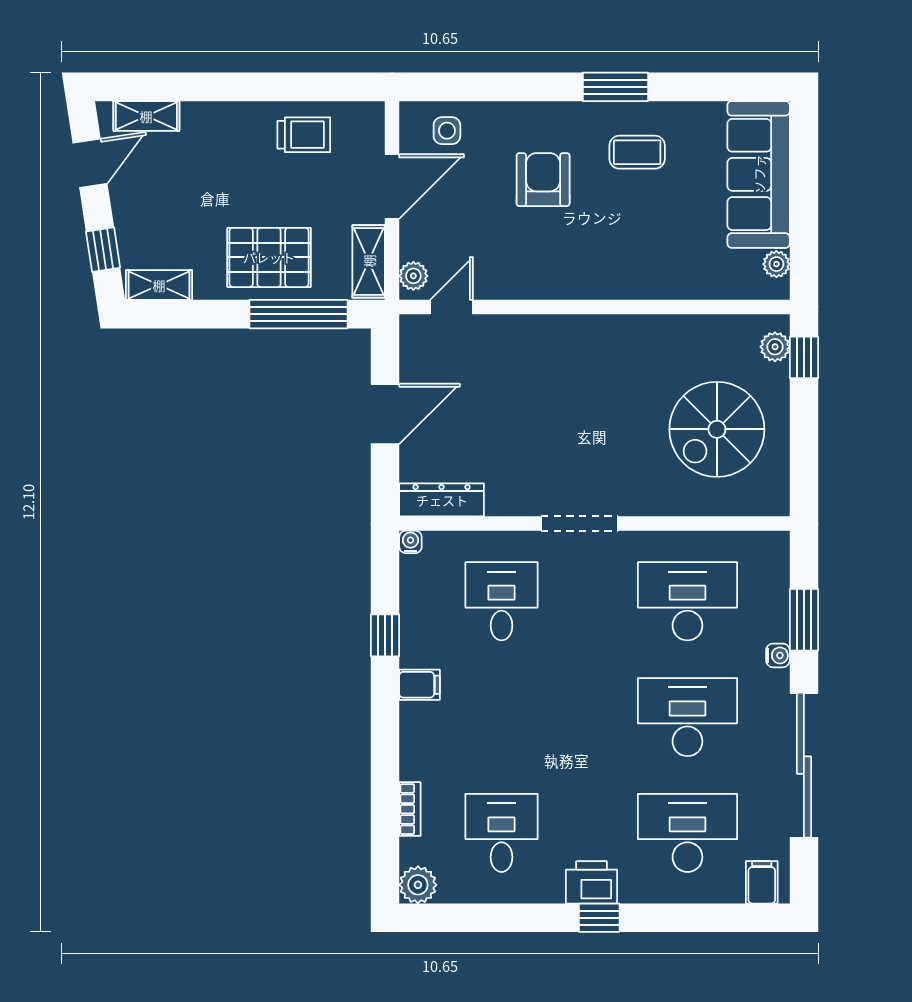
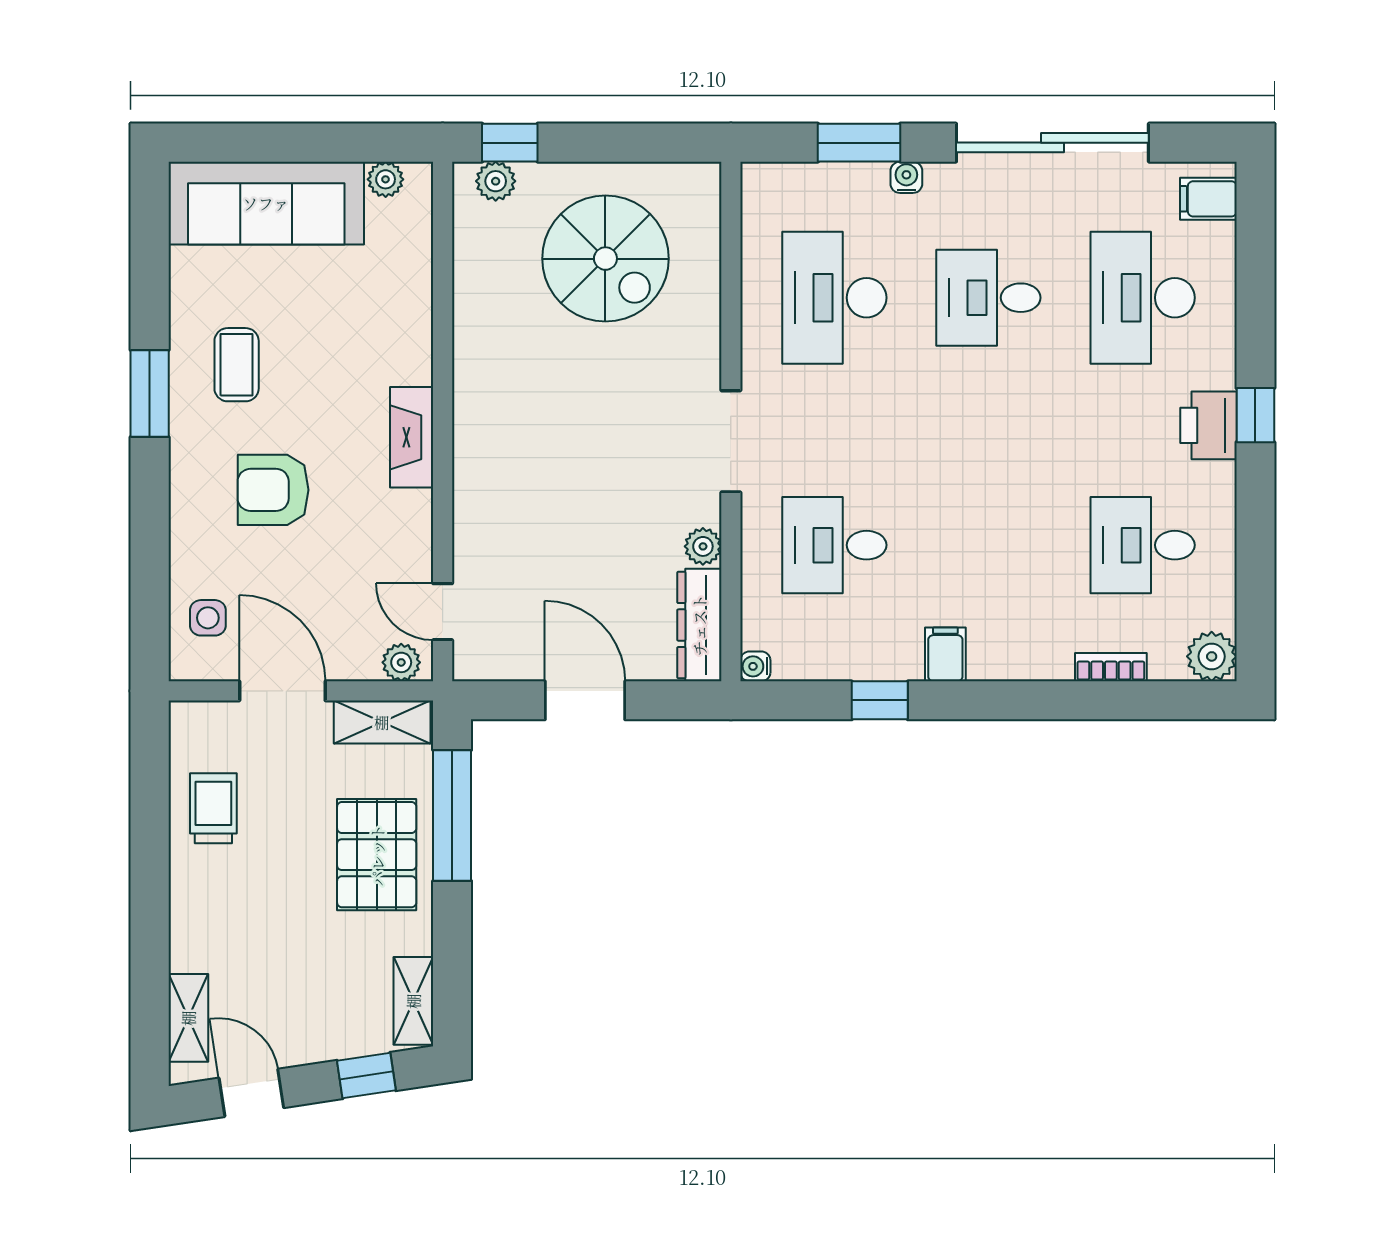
fireplace: (583, 284) -> (412, 437), added
plant: (501, 503) -> (703, 546), added
desk: (687, 717) -> (988, 298), width x0.73

